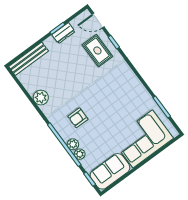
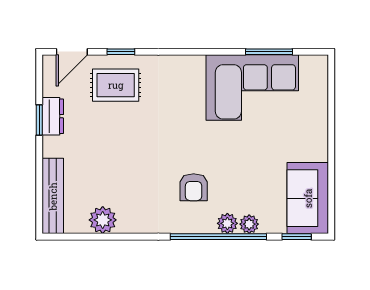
plant: (41, 98) -> (103, 220), moved
corner sofa: (143, 139) -> (252, 88), moved, turned -90

